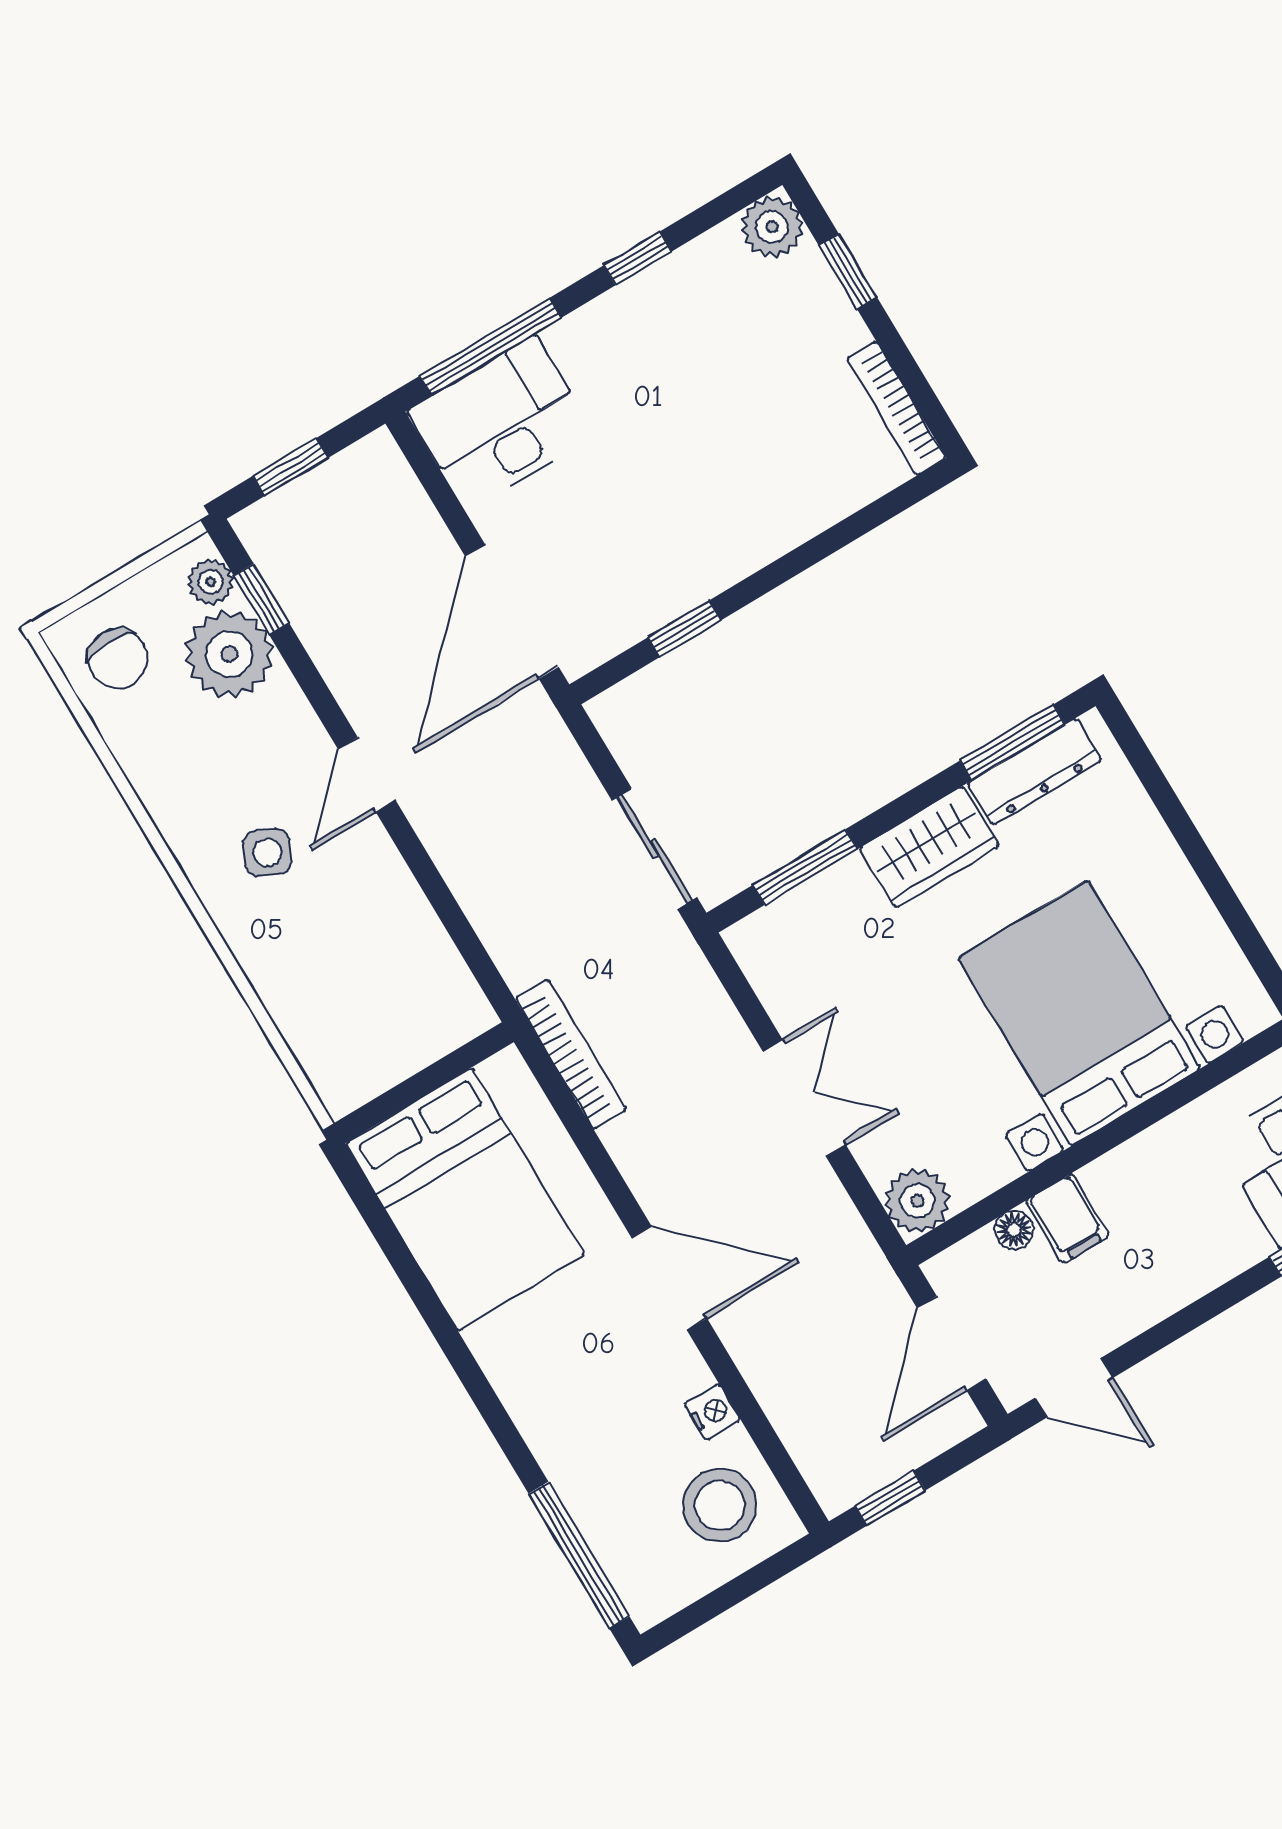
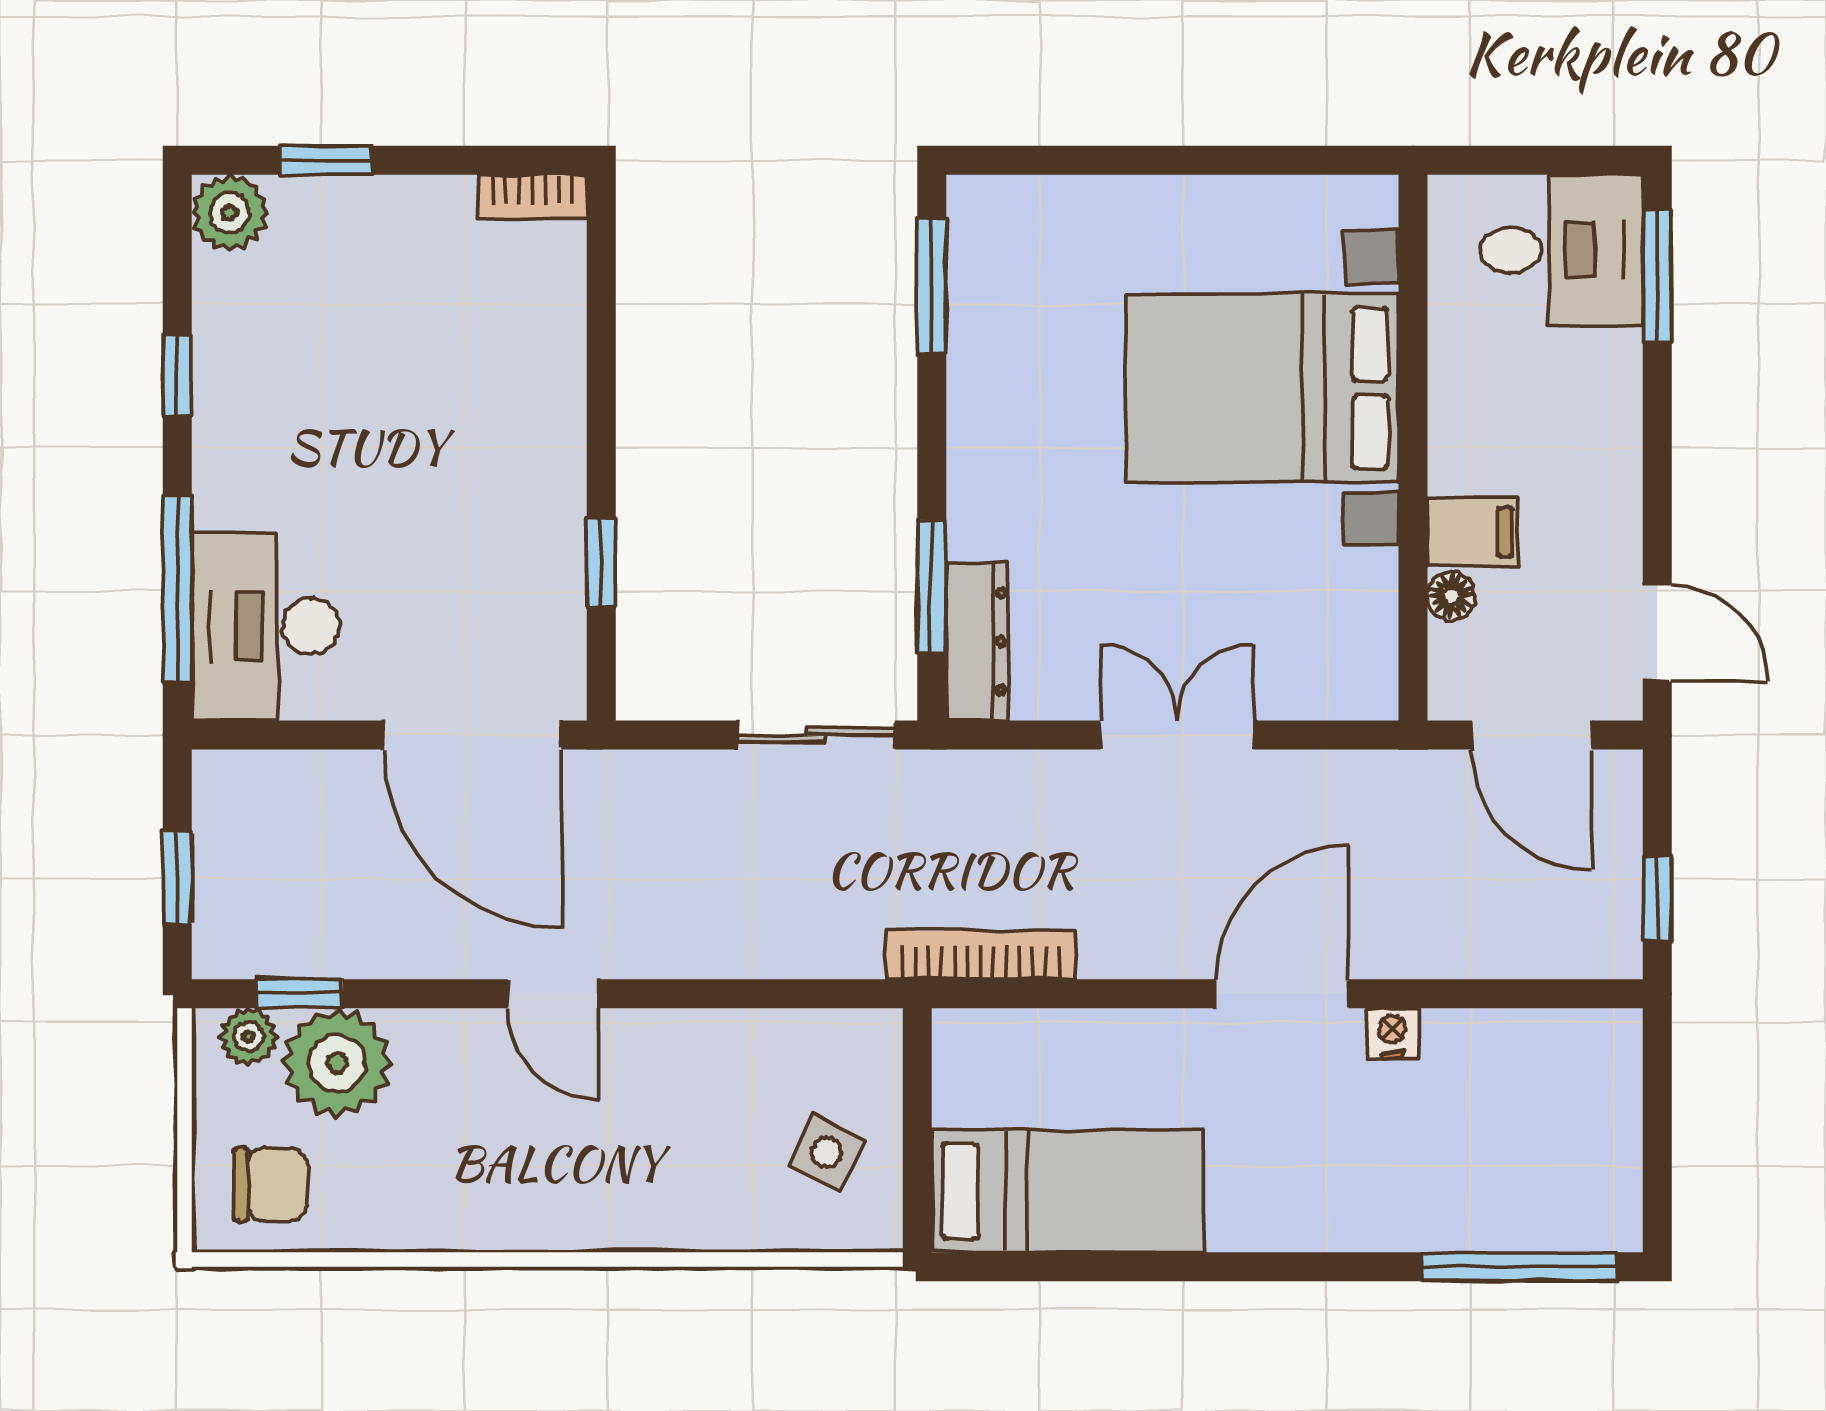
bookcase: (896, 408) -> (532, 196), width x0.64
dresser: (1035, 772) -> (977, 642), moved
wardrobe: (929, 847) -> (990, 442), removed
side table: (267, 852) -> (826, 1153), moved
bed: (465, 1199) -> (1068, 1191), width x0.67
plant: (917, 1201) -> (1358, 681), removed
door: (1074, 1388) -> (1657, 633), hinge flipped
nightstand: (712, 1412) -> (1392, 1033), moved
stool: (720, 1506) -> (1556, 1085), removed

